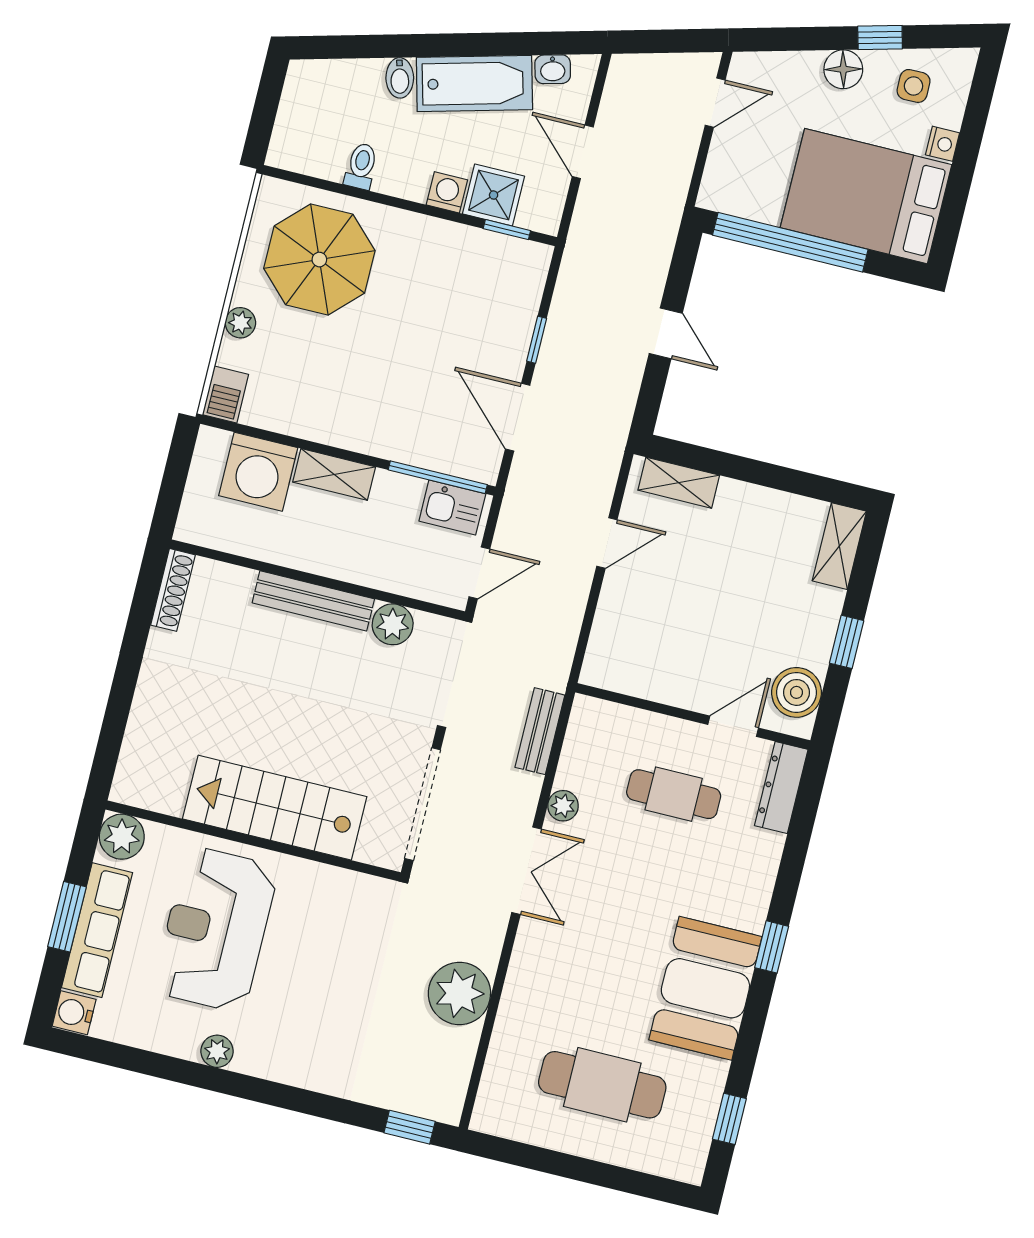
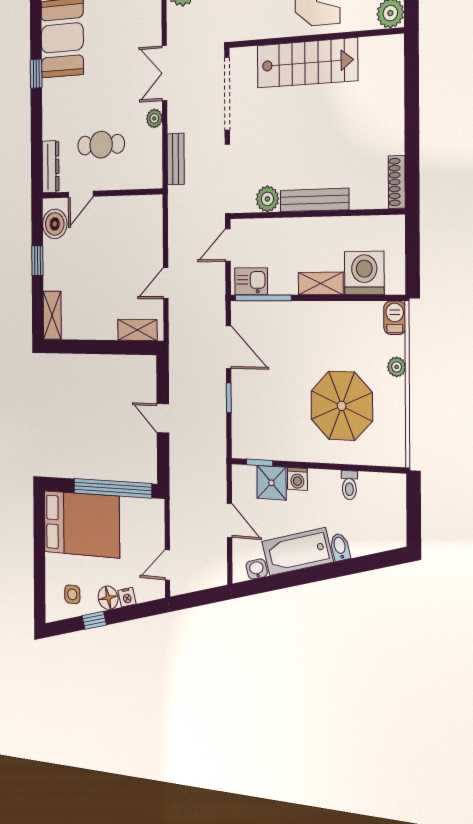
nightstand: (942, 144) -> (127, 597), moved, turned -105
parasol: (319, 260) -> (342, 406), moved

